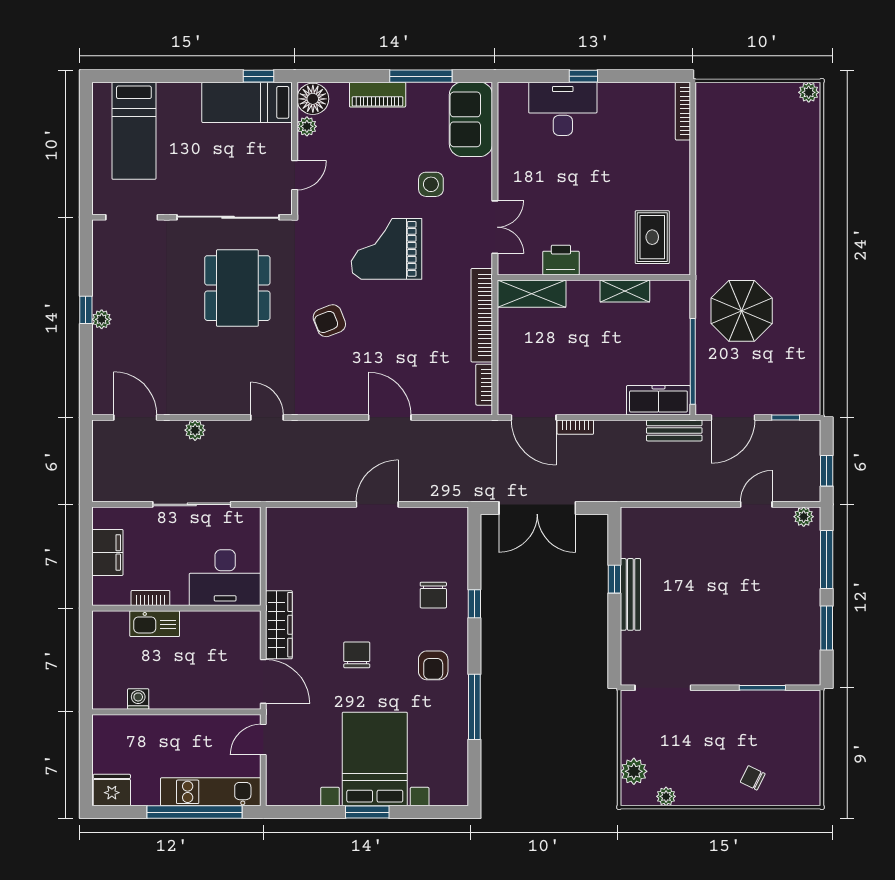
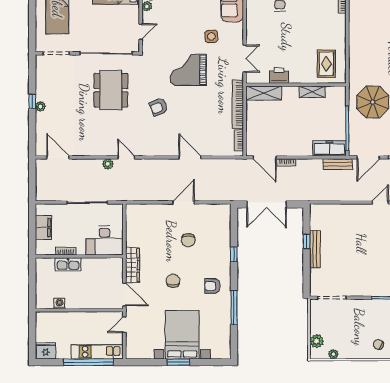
plant: (195, 430) -> (108, 164), moved
chair: (433, 595) -> (188, 240), moved
armchair: (433, 665) -> (213, 286), turned 90

